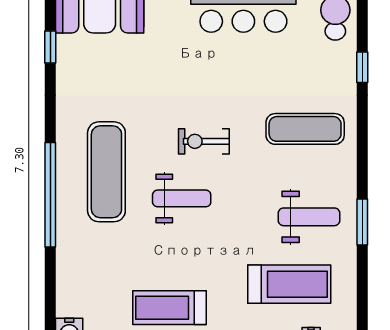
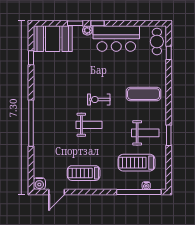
window: (362, 67) -> (169, 53), moved
exercise mat: (106, 172) -> (56, 113), removed
treadmill: (289, 284) -> (136, 163), turned 180

